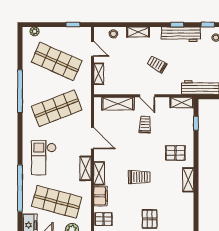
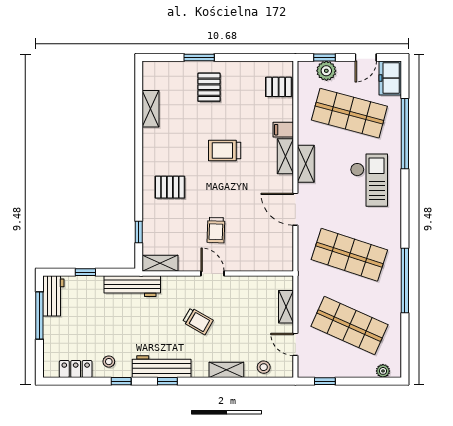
shelving: (118, 104) -> (257, 262), removed
shop shelf: (57, 108) -> (349, 255), turned 39
shelving: (188, 180) -> (151, 109), moved
filing cabinet: (100, 196) -> (283, 130), width x0.50

